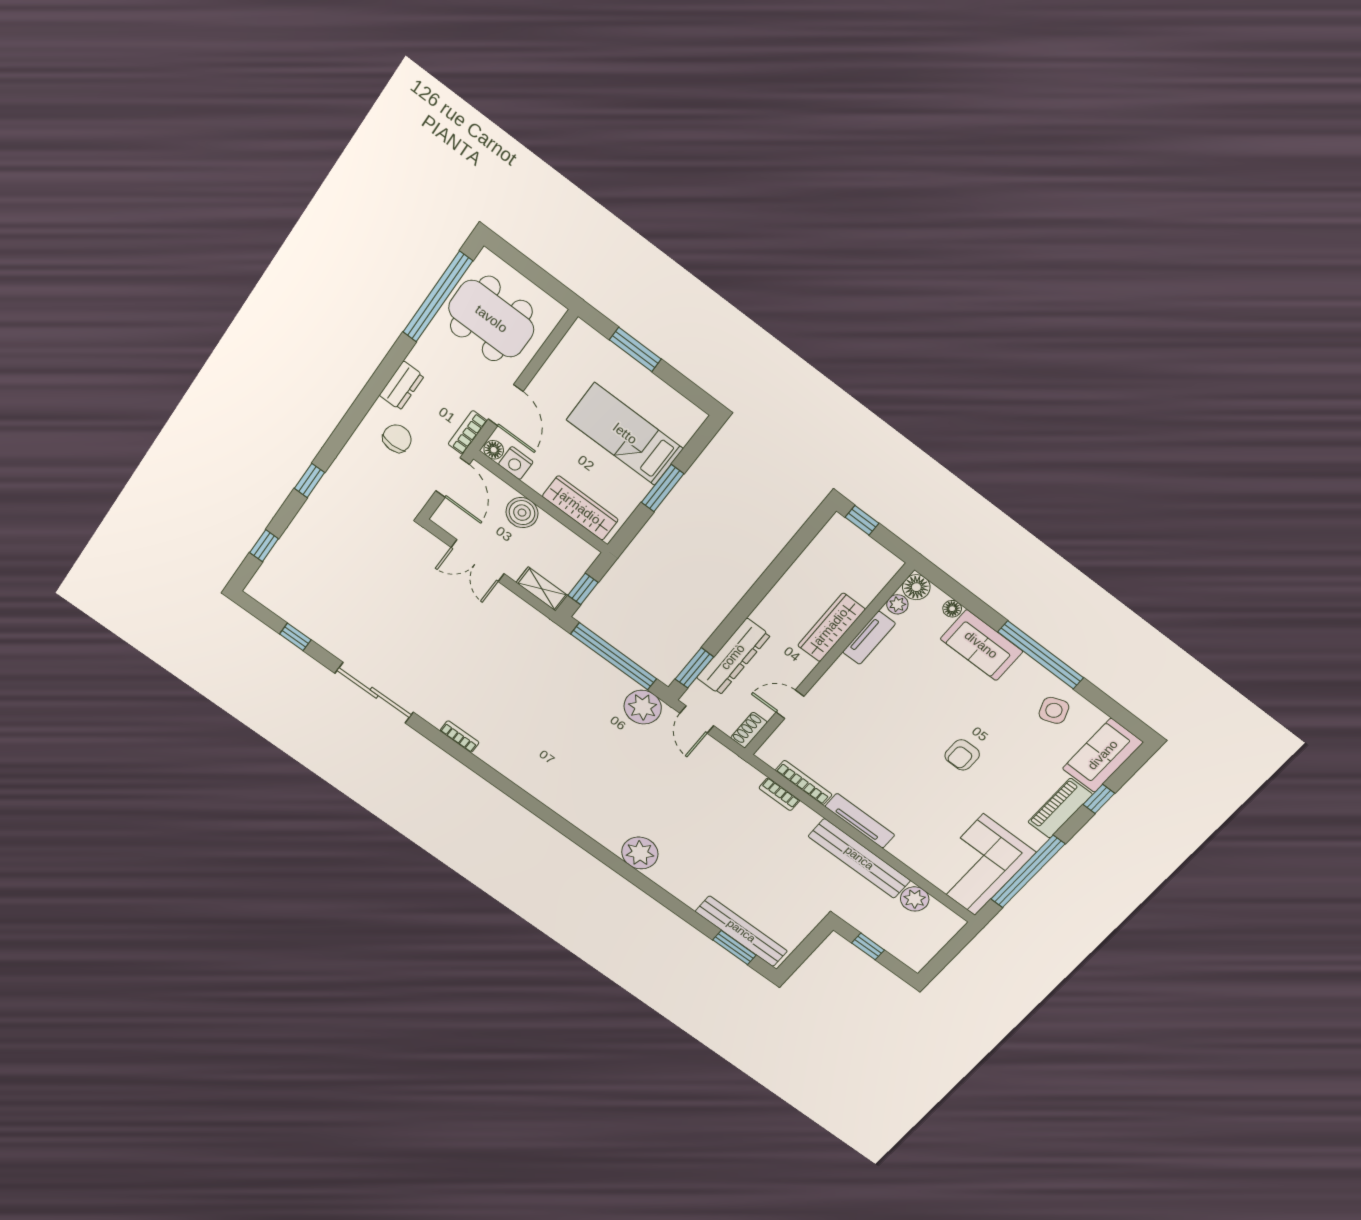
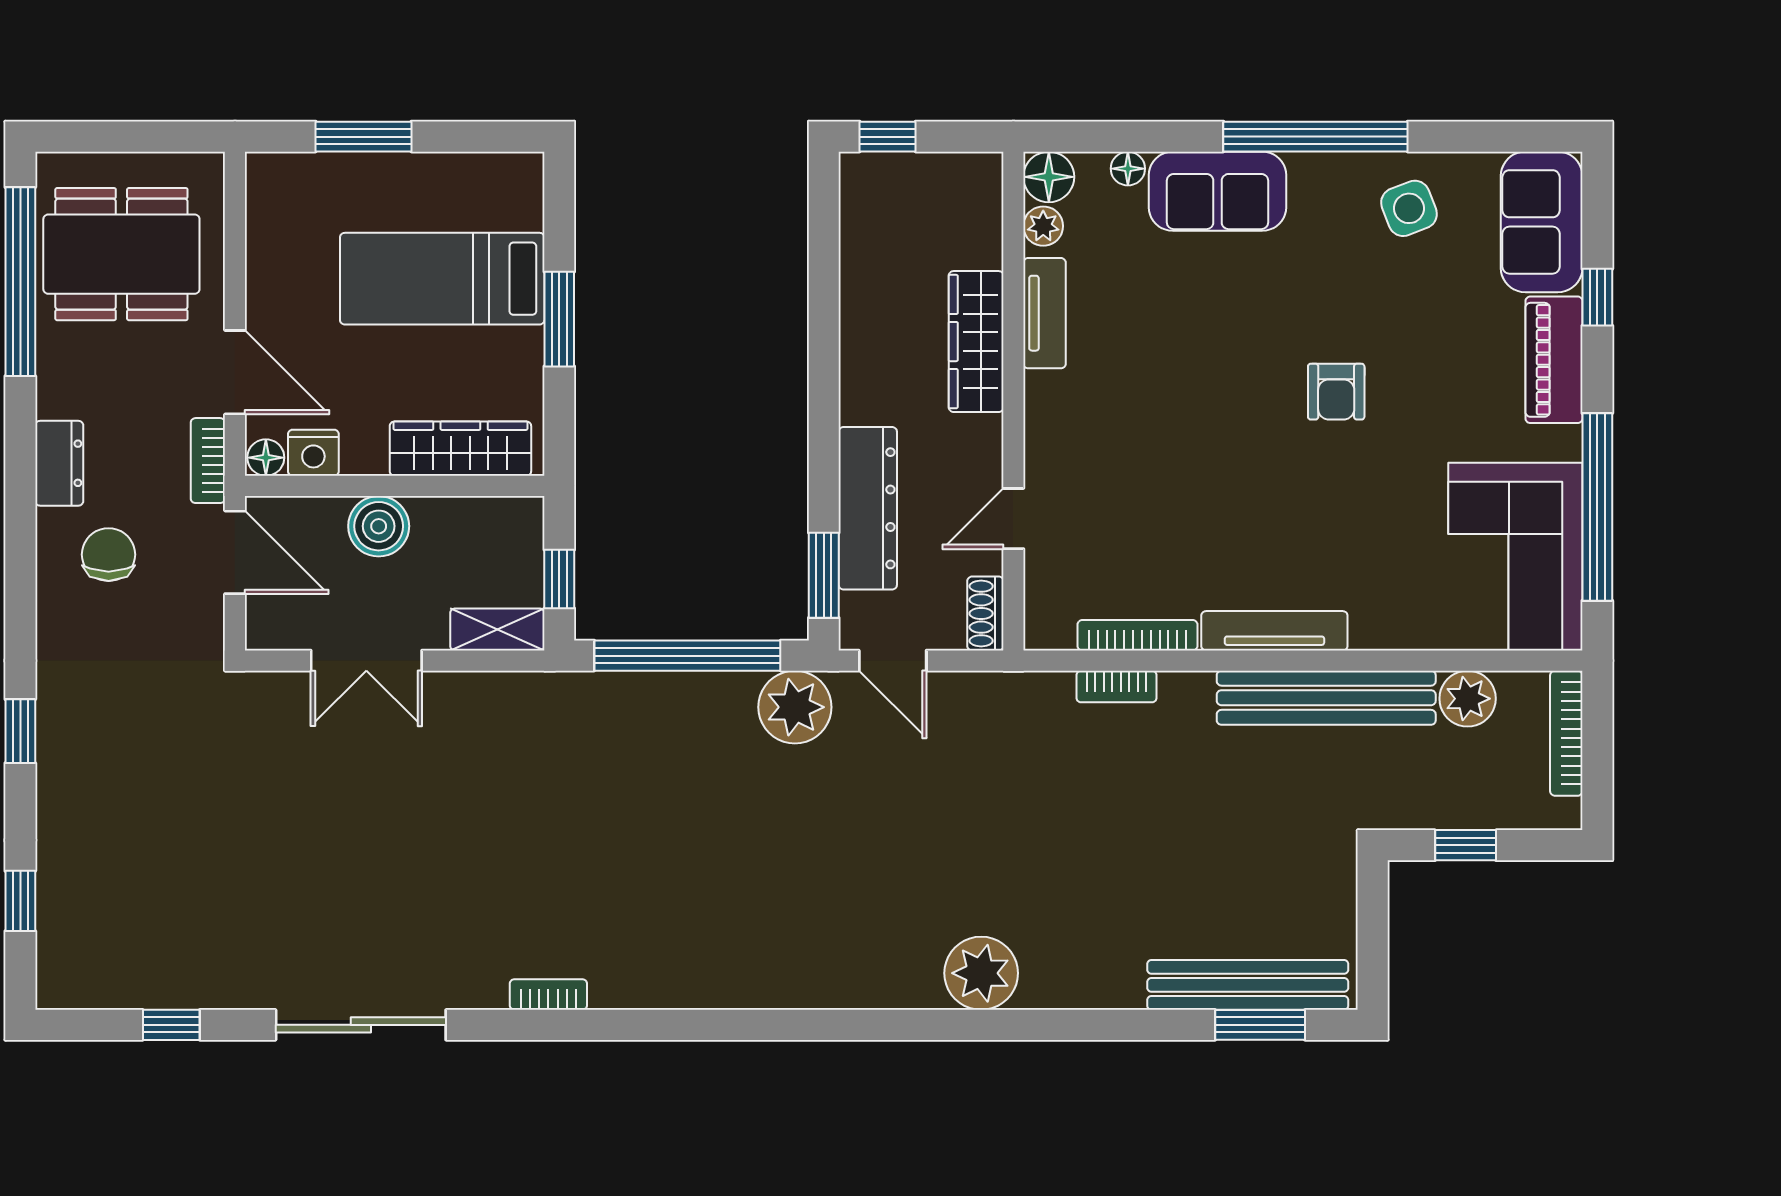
bookcase: (942, 938) -> (1566, 733), added

